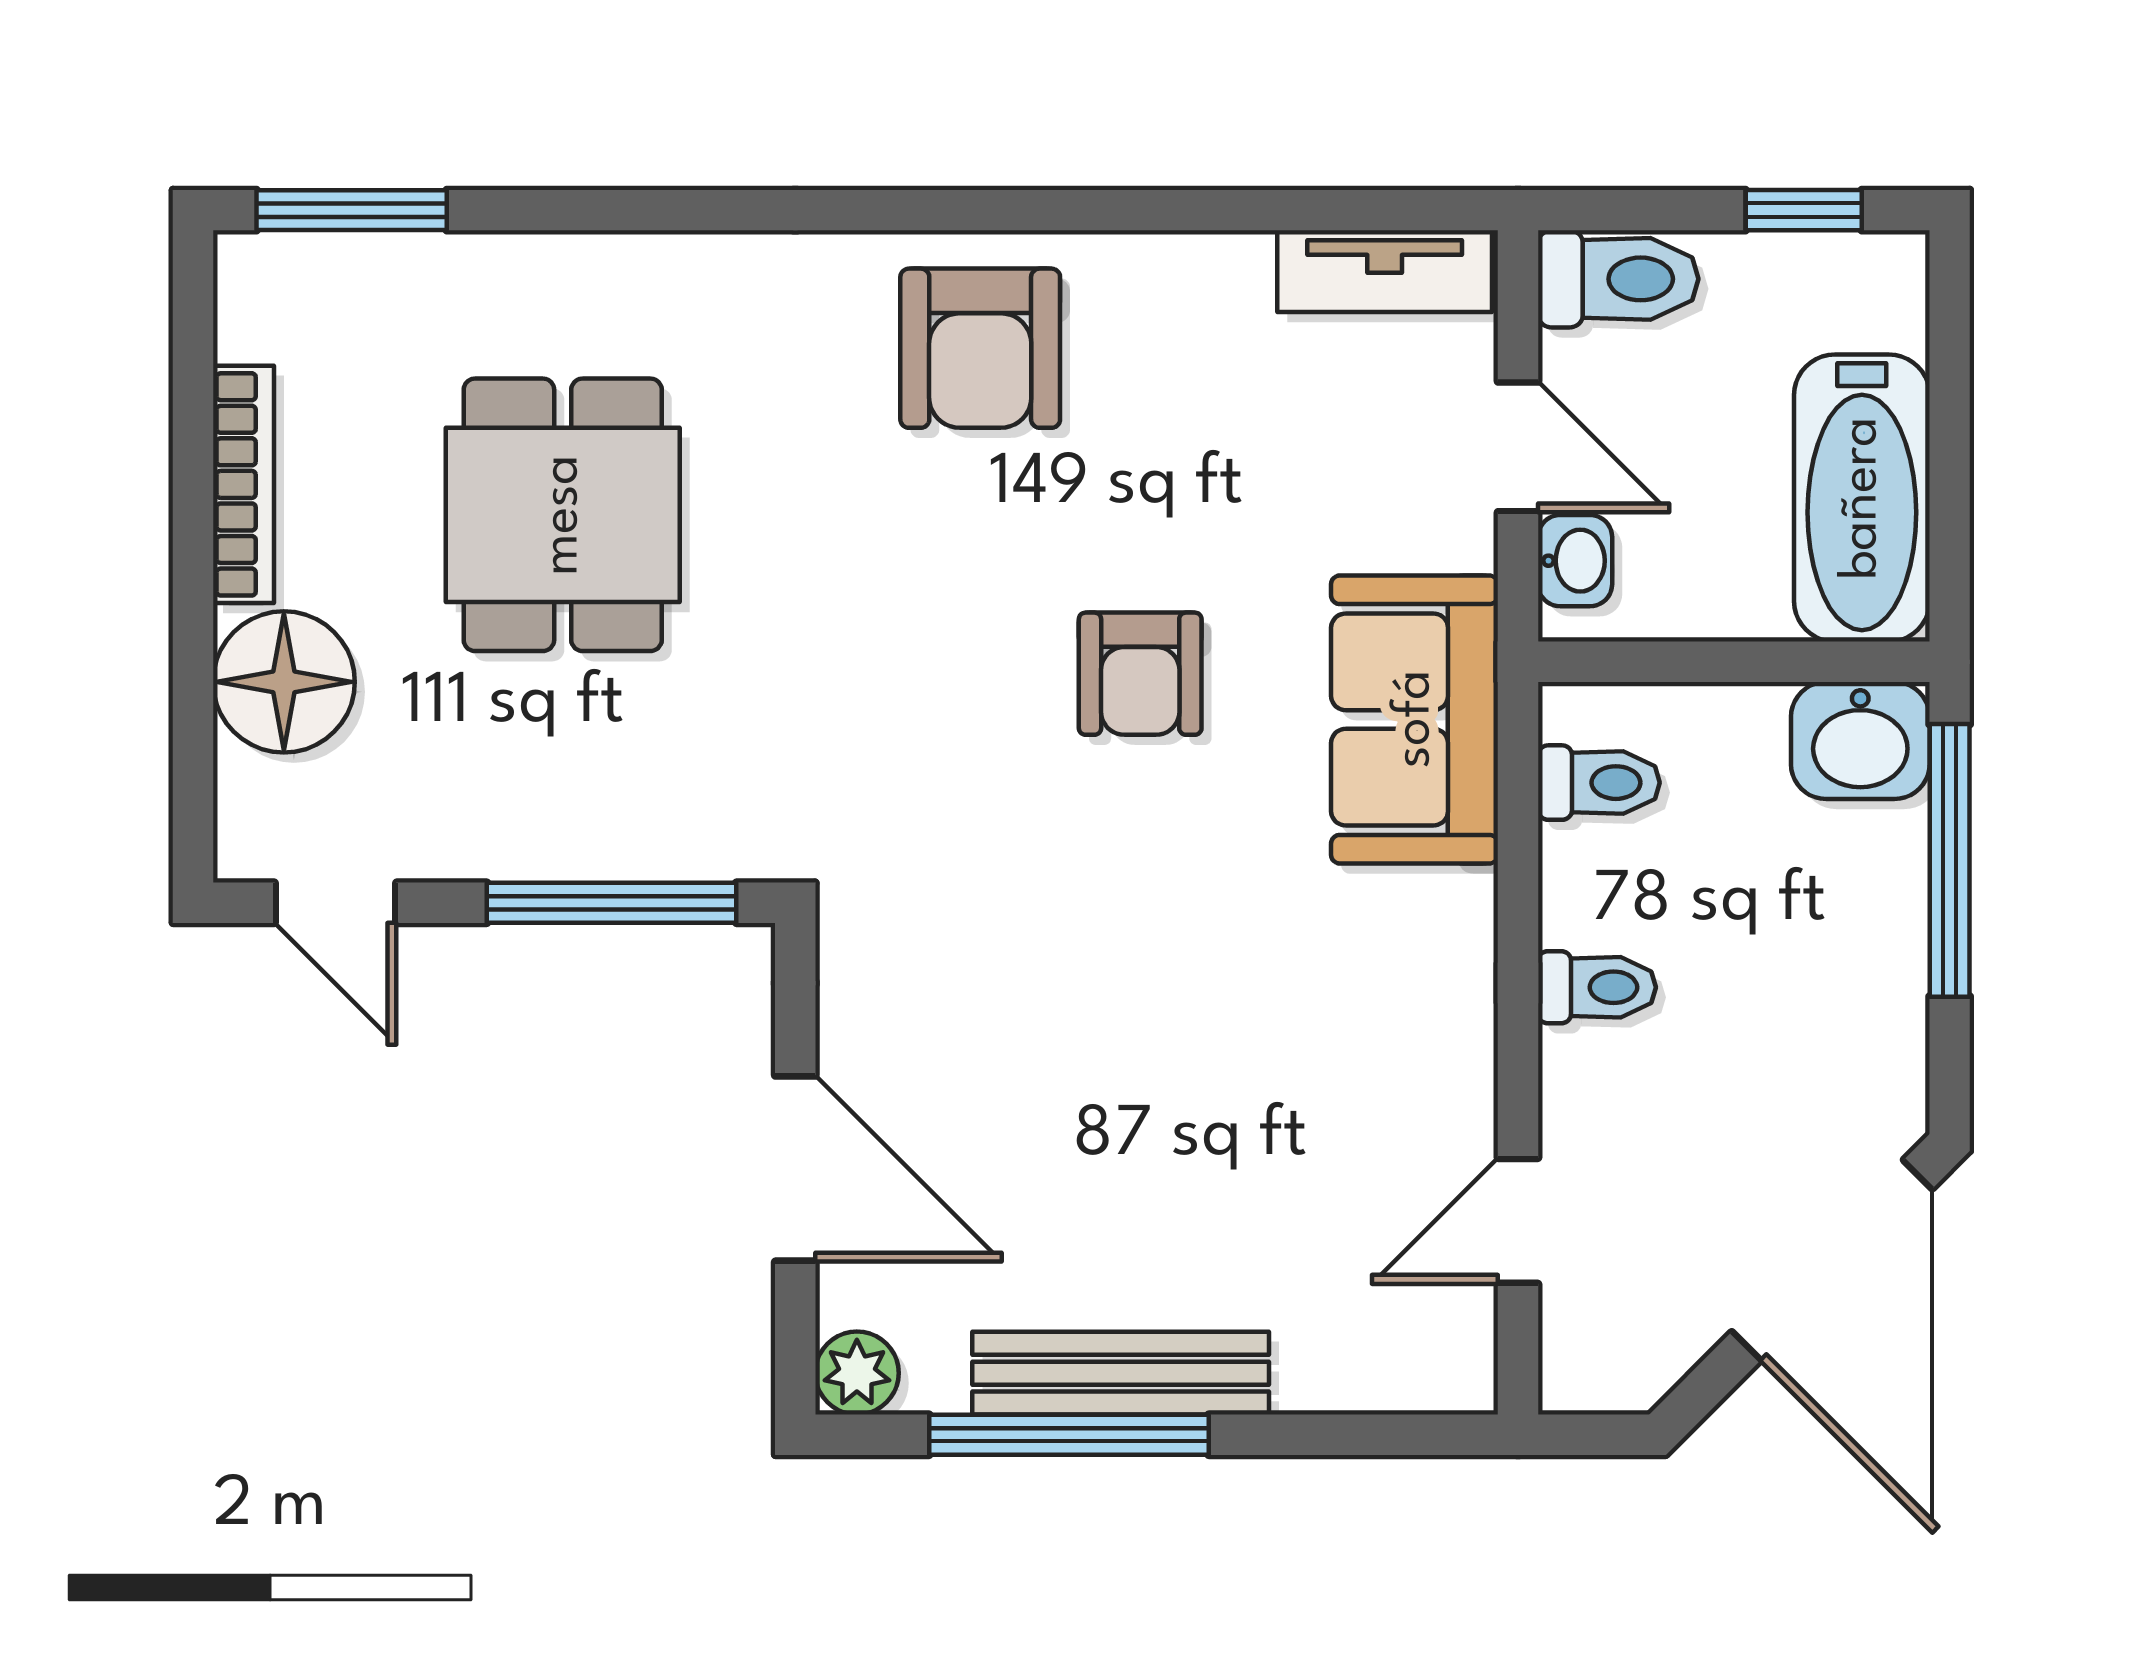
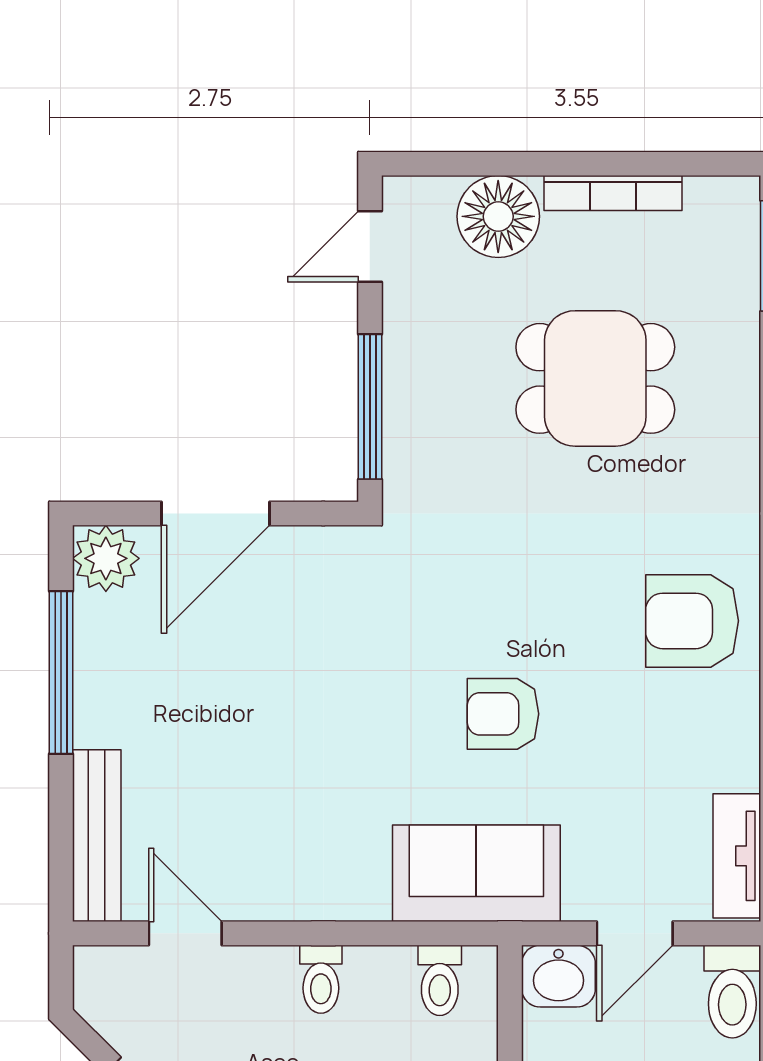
washbasin: (1575, 561) -> (559, 976), width x1.38, depth x1.45
plant: (857, 1373) -> (106, 558), width x1.38, depth x1.38
bench: (1121, 1373) -> (97, 836), moved

